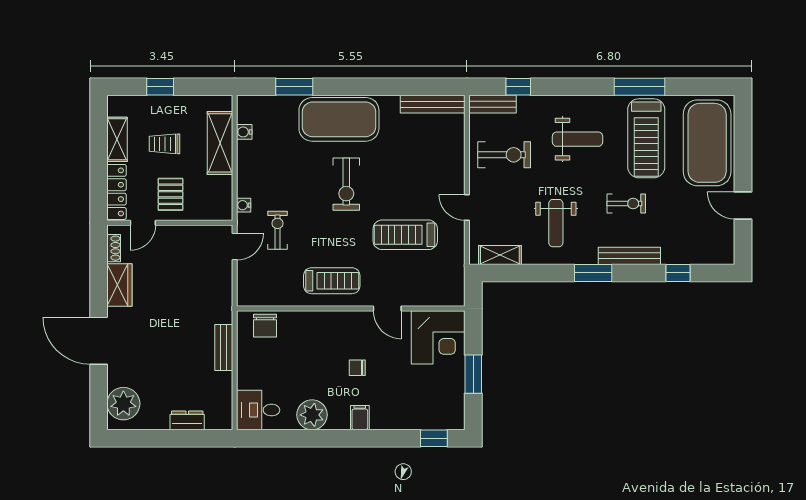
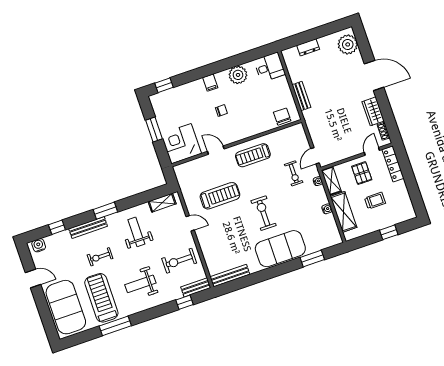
water cooler: (244, 132) -> (327, 209), moved
shelving: (117, 139) -> (331, 181), moved
water cooler: (716, 255) -> (39, 245), added

